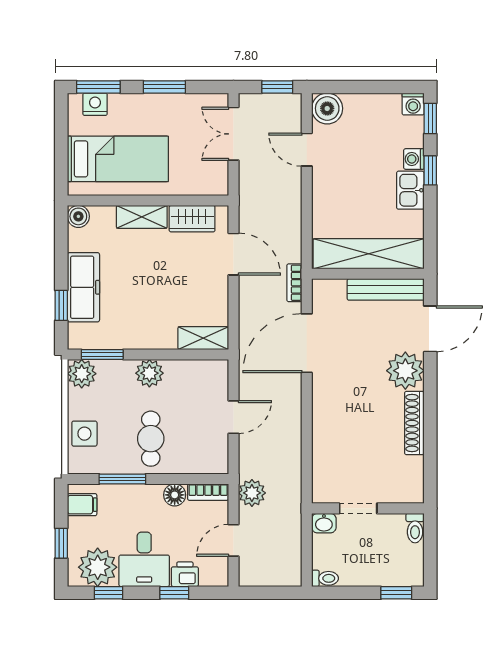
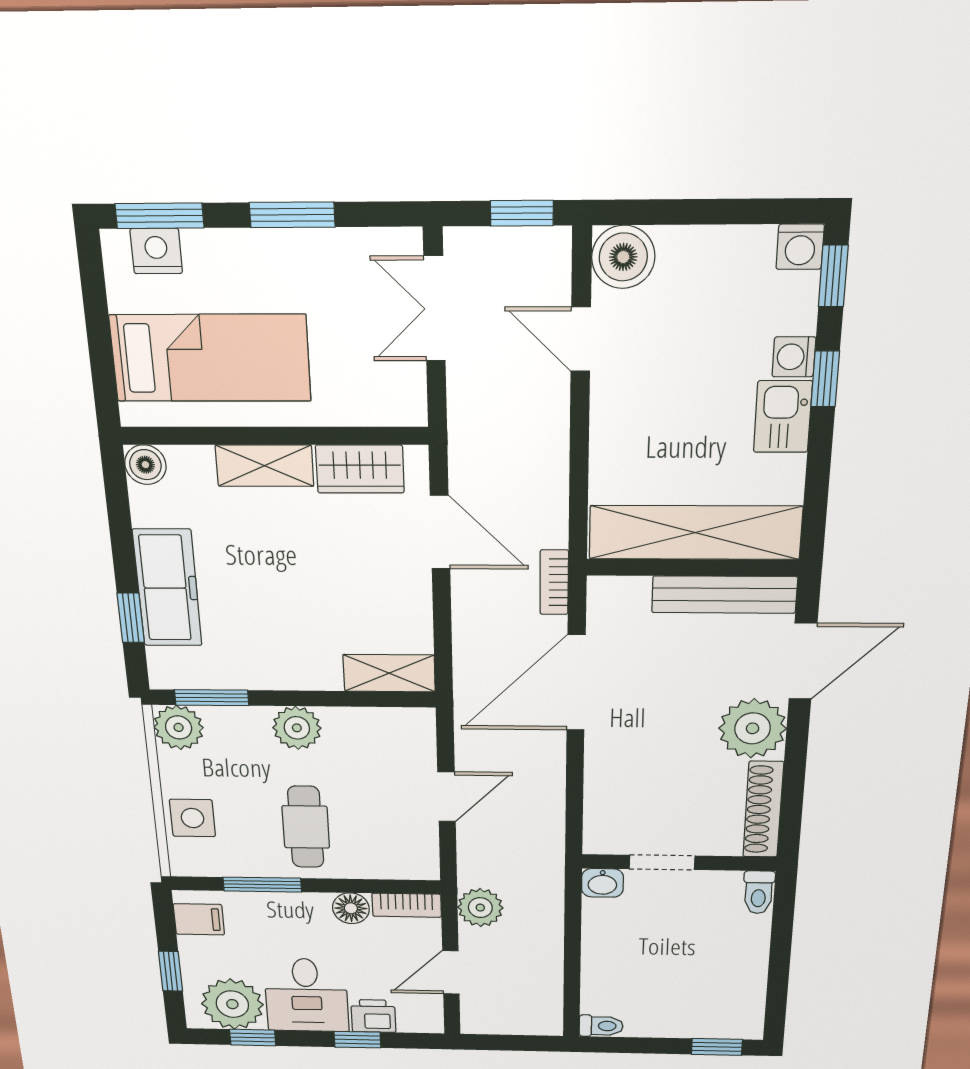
doorway: (358, 508) -> (662, 862), moved
wall: (368, 508) -> (679, 863), moved
washbasin: (324, 523) -> (602, 883), moved
toilet: (415, 528) -> (759, 892), moved

